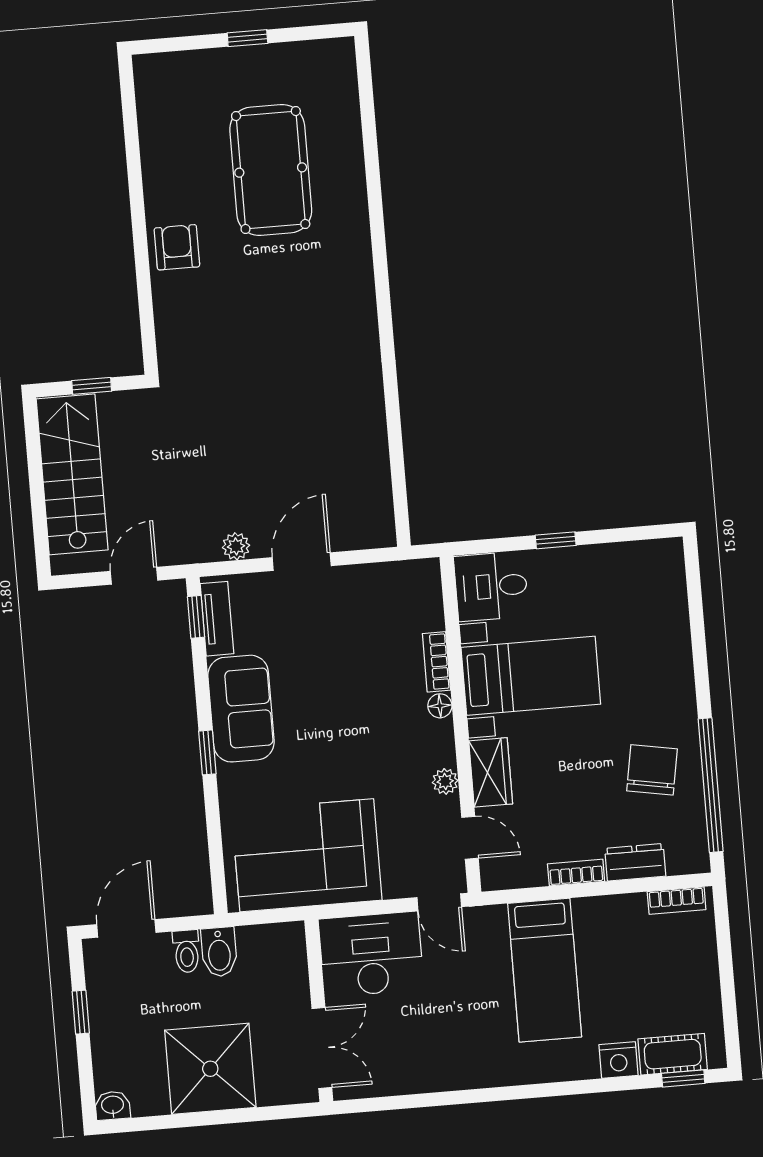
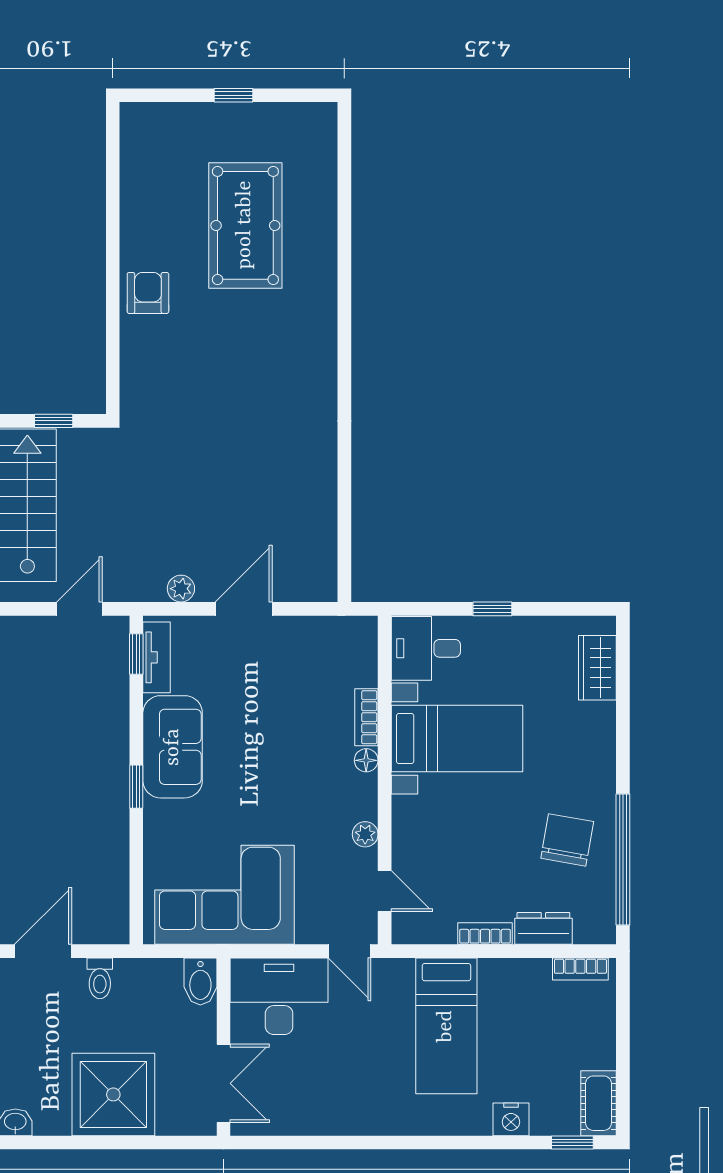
wardrobe: (491, 772) -> (597, 668), moved, turned 180
bidet: (219, 952) -> (200, 982), moved
cot: (673, 1054) -> (598, 1103), moved, turned 90

